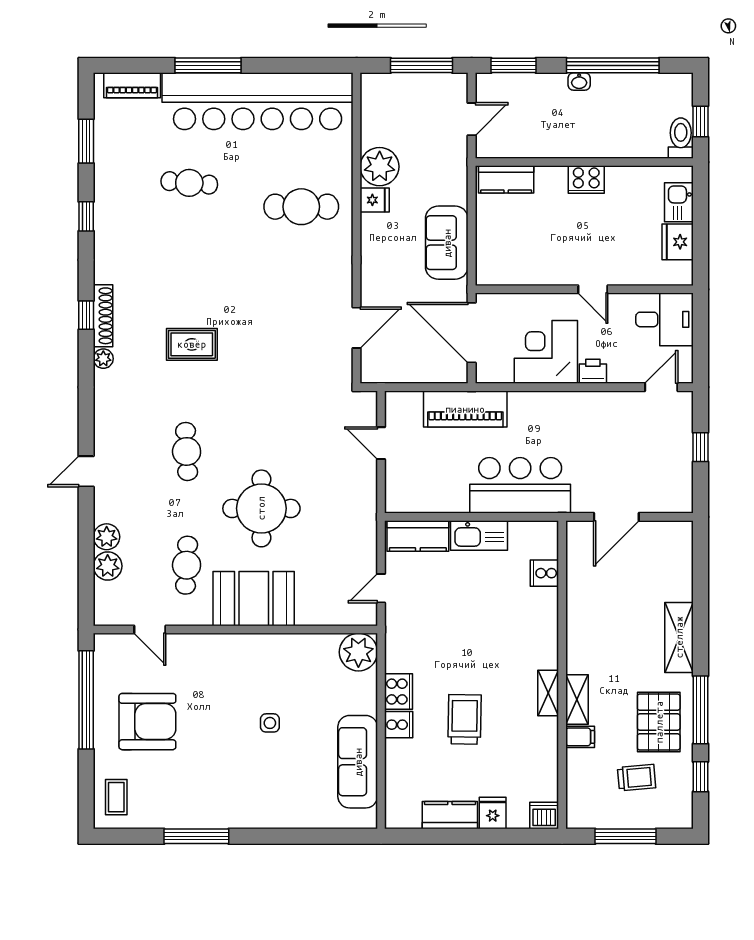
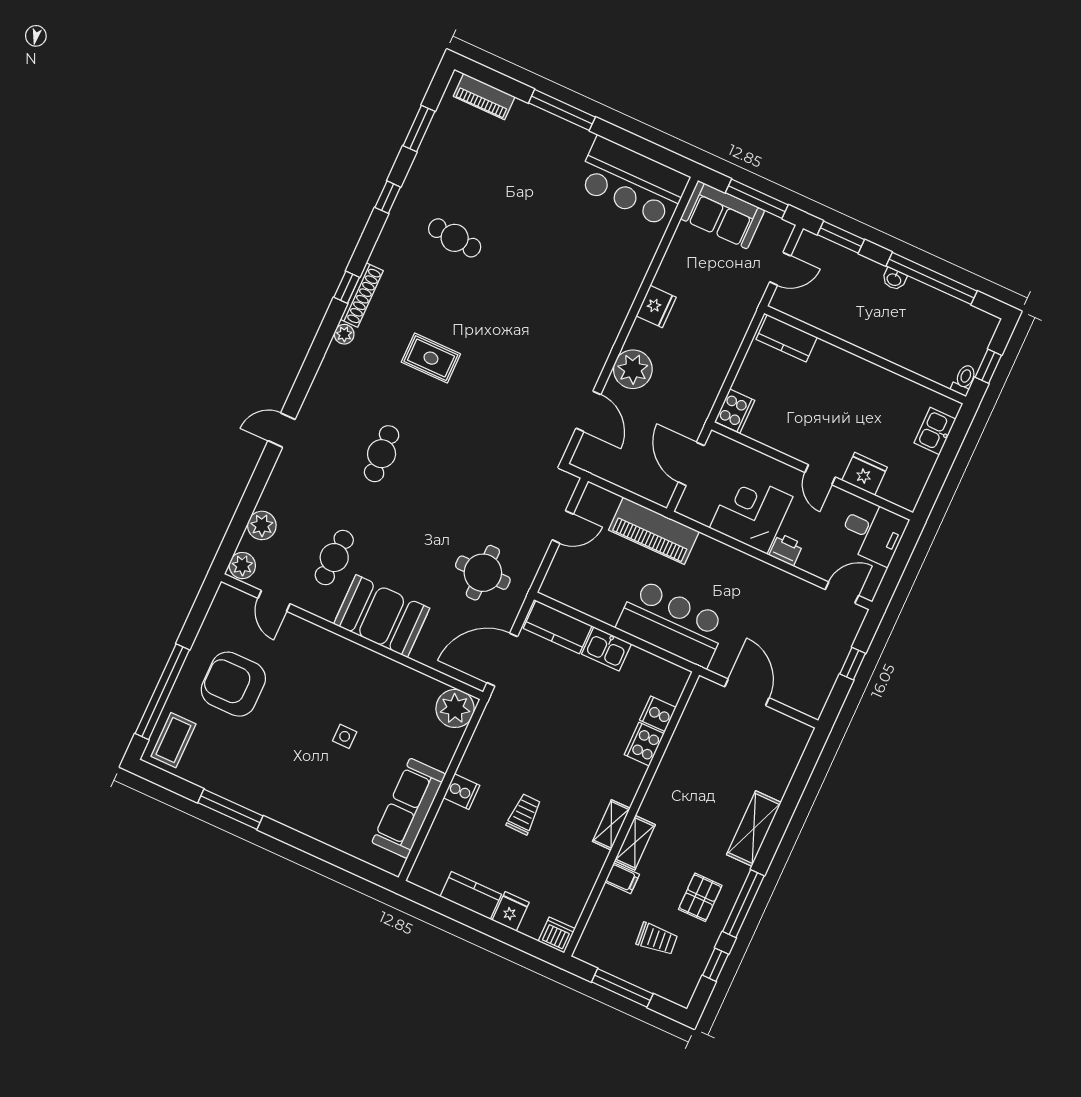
bar counter: (258, 101) -> (632, 182), width x0.54
toilet: (681, 138) -> (964, 380), width x0.73, depth x0.72
plant: (380, 167) -> (633, 369), moved
cooker: (586, 180) -> (735, 411), moved, turned -90
cafe table: (189, 183) -> (455, 238), moved
fridge: (375, 200) -> (656, 306), width x1.38
cafe table: (301, 207) -> (588, 278), removed
fridge: (678, 242) -> (865, 474), moved, turned 90
sofa: (447, 243) -> (723, 215), moved, turned -90
door: (357, 328) -> (588, 411), hinge flipped
door: (472, 333) -> (691, 464), width x0.73
door: (381, 443) -> (563, 527), swing flipped
round table: (261, 508) -> (483, 573), moved, width x0.73, depth x0.73
door: (616, 517) -> (747, 692), swing flipped
kitchen sink: (479, 536) -> (607, 649), width x0.73
plant: (107, 537) -> (242, 566), moved
door: (381, 588) -> (502, 660), width x1.87
cooker: (399, 692) -> (644, 744), moved, turned 180
window: (86, 700) -> (162, 692), moved
trolley: (465, 719) -> (524, 814), width x0.73, depth x0.72
armchair: (147, 722) -> (233, 684), turned 180
pallet: (659, 722) -> (700, 897), width x0.67, depth x0.71
coffee table: (116, 797) -> (173, 740), width x1.36, depth x1.30

